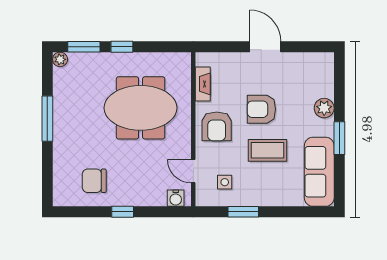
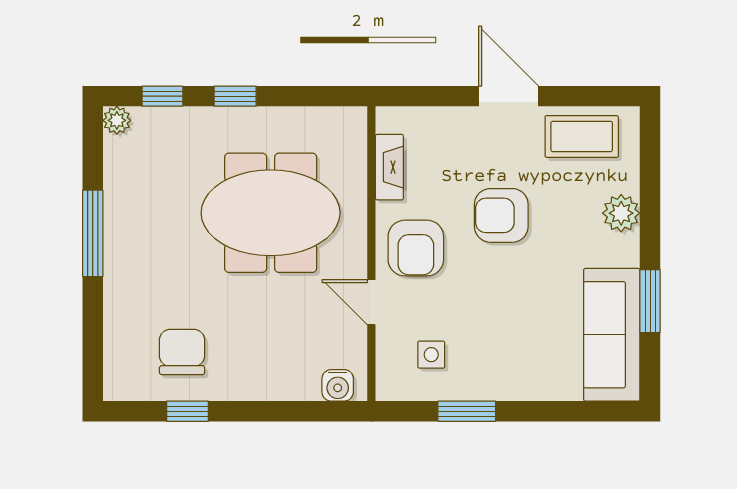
window: (84, 47) -> (162, 96), width x0.67
window: (339, 138) -> (650, 301), moved
coffee table: (268, 150) -> (582, 136), moved
door: (193, 171) -> (371, 302), moved
chair: (94, 181) -> (182, 352), turned 90
window: (123, 212) -> (187, 411), moved

